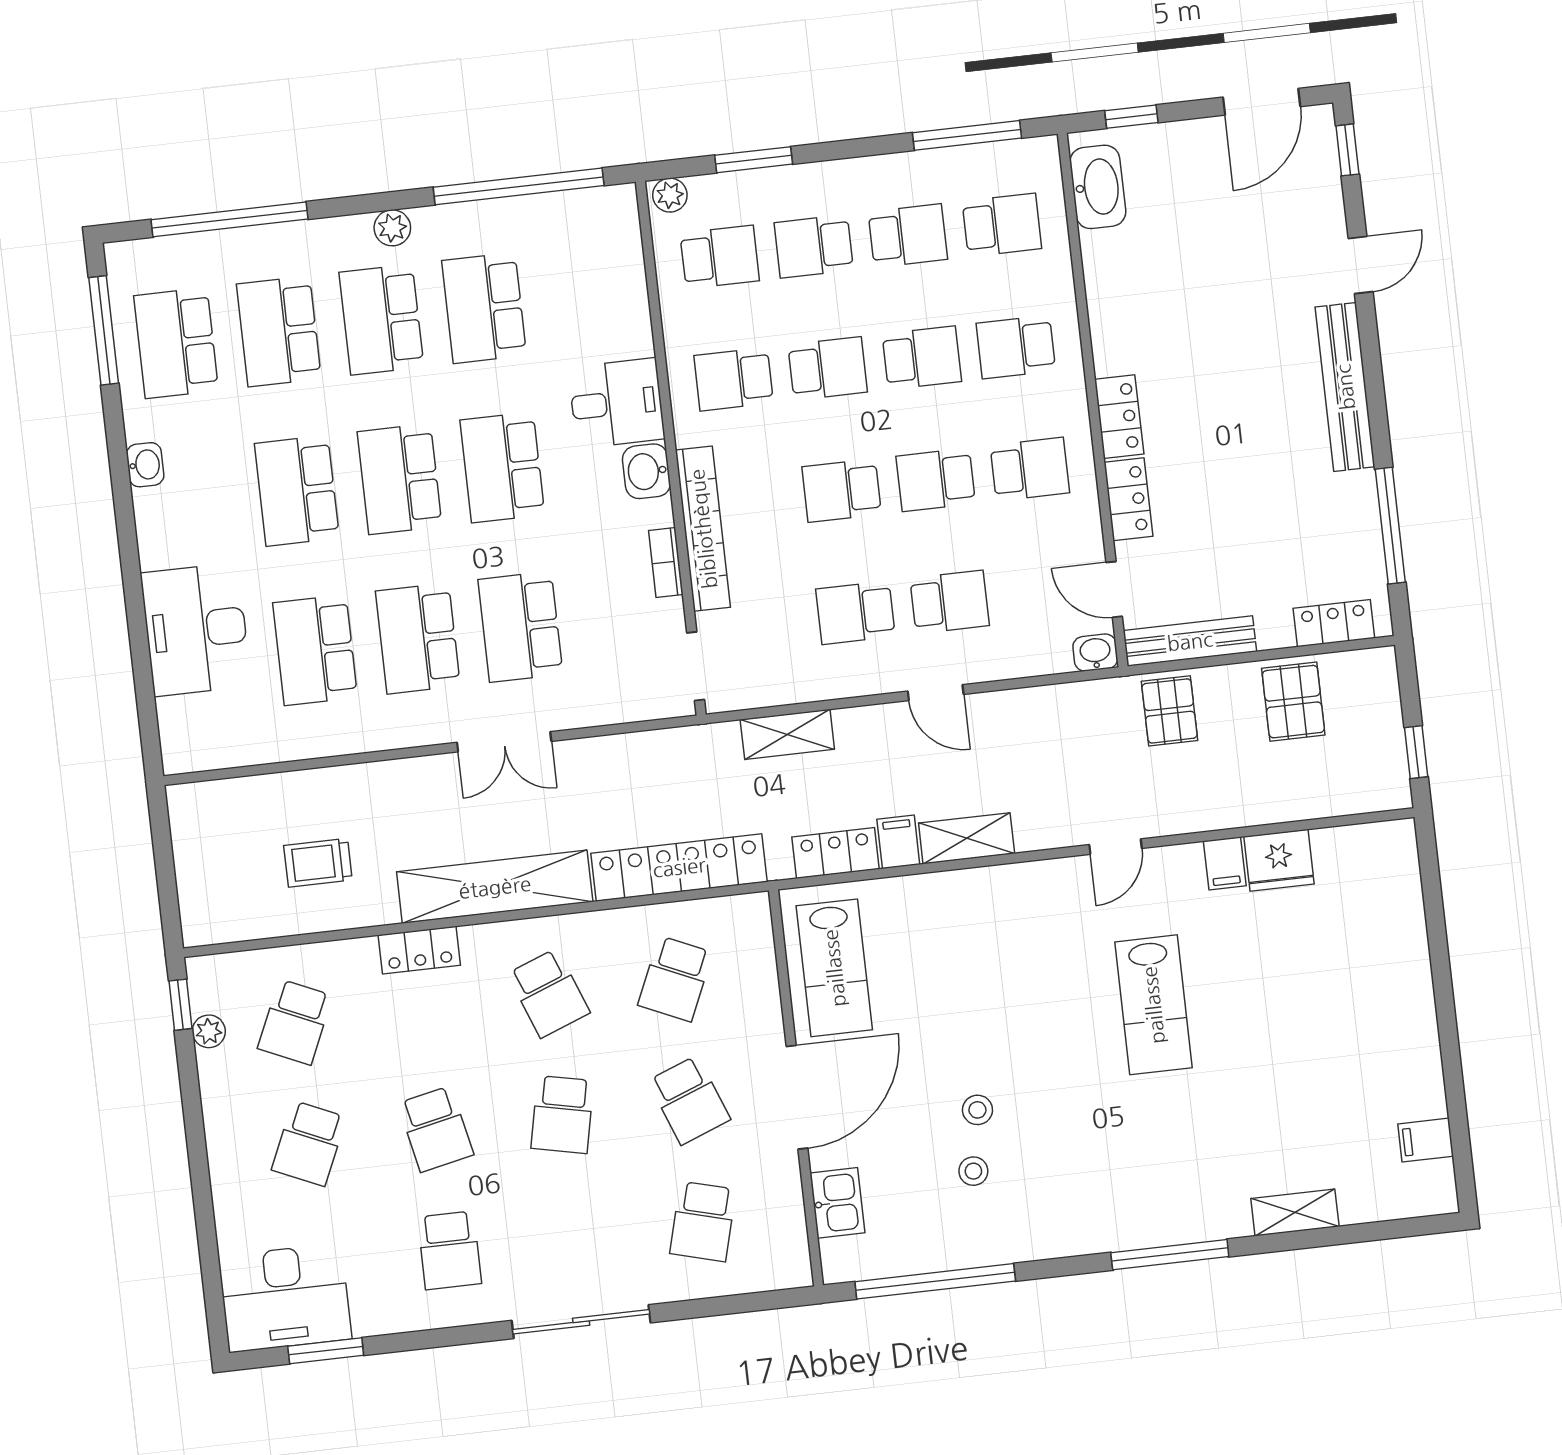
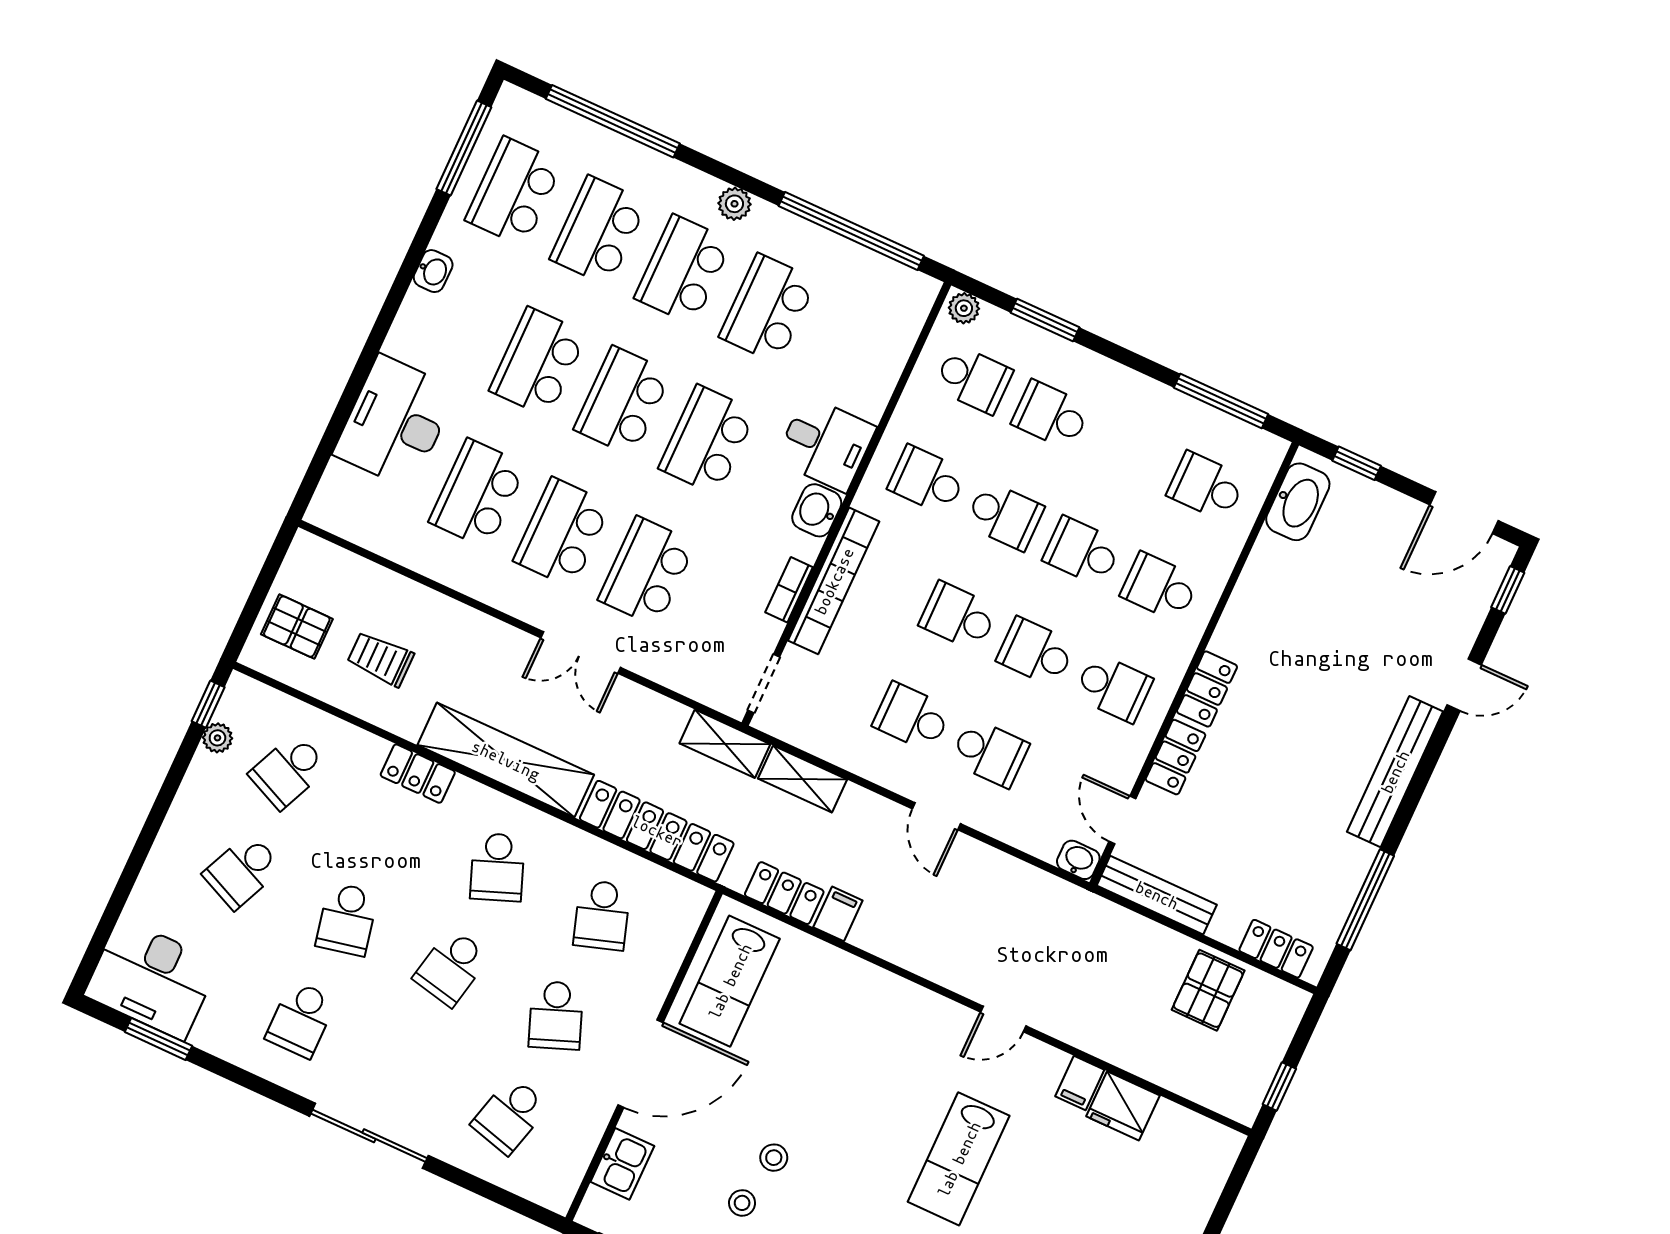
school desk: (1002, 225) -> (1206, 486), turned 180
school desk: (908, 236) -> (1129, 451), removed
school desk: (922, 358) -> (1082, 551), turned 180
pallet: (1170, 711) -> (297, 627), moved, turned 90
shelving: (967, 838) -> (725, 744), moved
school desk: (675, 979) -> (602, 915), turned -42

